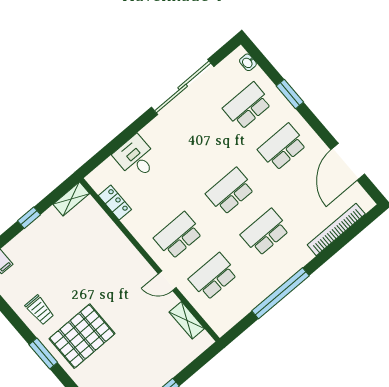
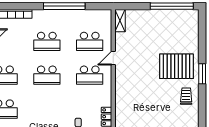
door: (167, 281) -> (113, 58), swing flipped
shelving: (187, 320) -> (120, 21), moved

